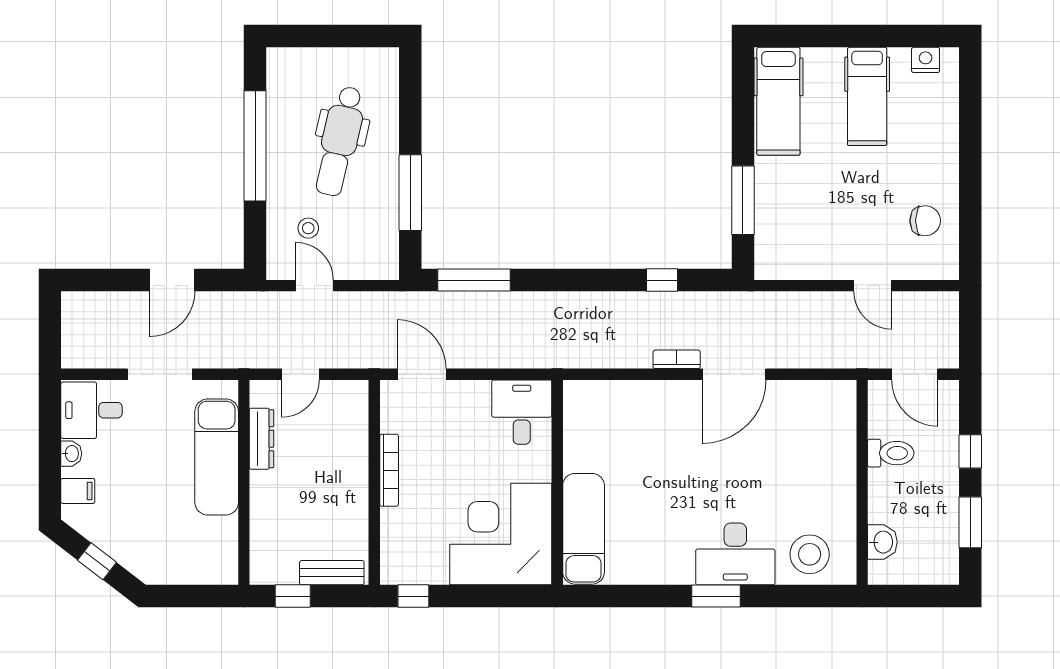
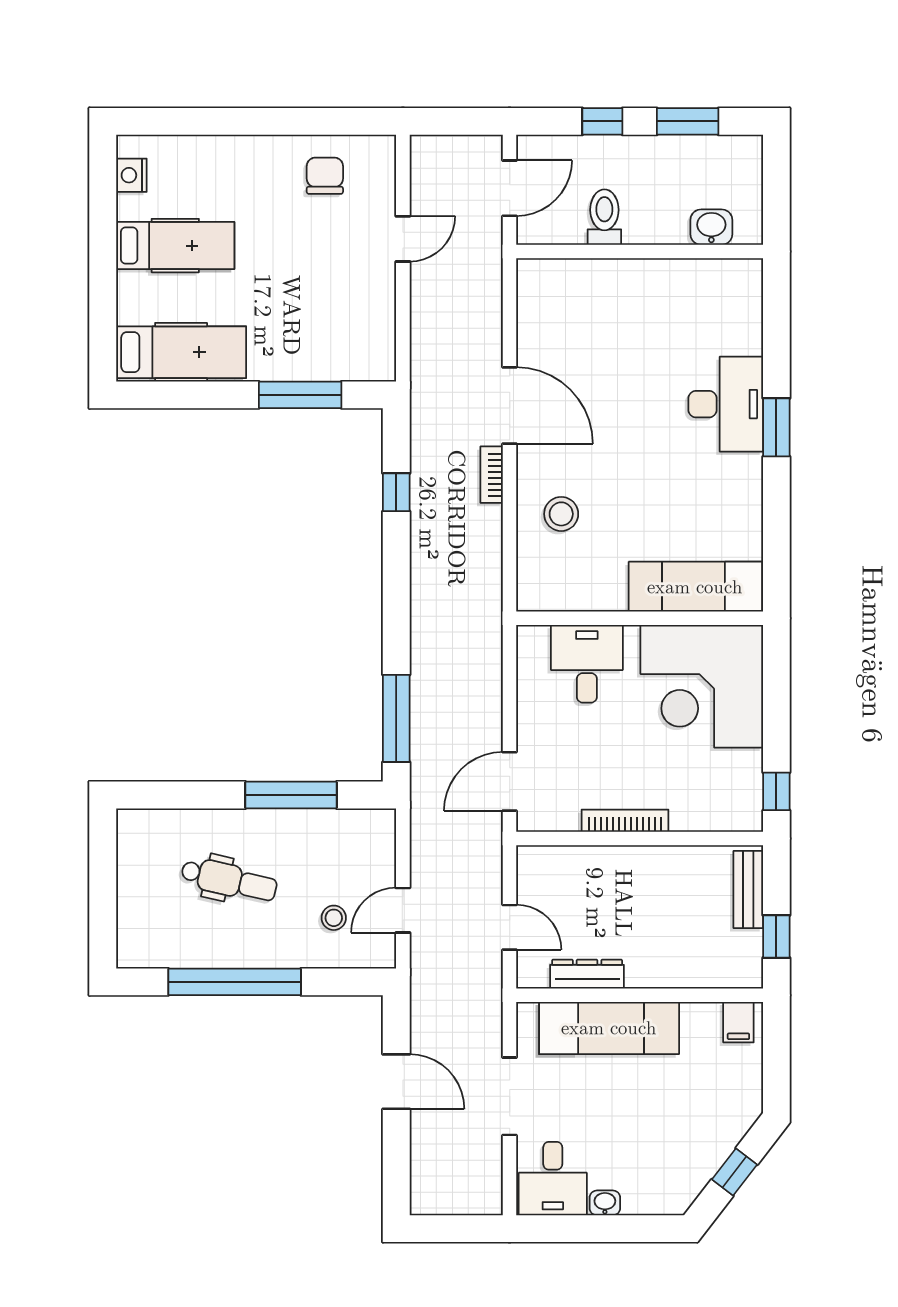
dental chair: (340, 141) -> (229, 880), width x0.73, depth x0.72
desk: (522, 412) -> (587, 664), moved, turned 90
filing cabinet: (78, 491) -> (738, 1022), moved, turned 180
stool: (810, 554) -> (561, 514), moved, width x0.73, depth x0.73

